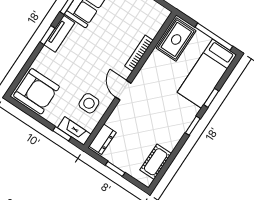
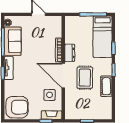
rug: (176, 39) -> (85, 78), moved
door: (123, 90) -> (63, 76), width x1.88
dresser: (103, 139) -> (70, 53), moved
cot: (156, 162) -> (106, 86), moved

